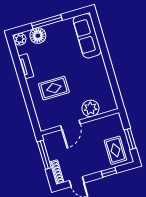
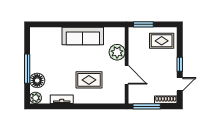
sofa: (87, 36) -> (83, 36), moved
rug: (54, 88) -> (89, 80), turned 90
window: (130, 139) -> (143, 24), moved
window: (109, 172) -> (180, 64), moved

